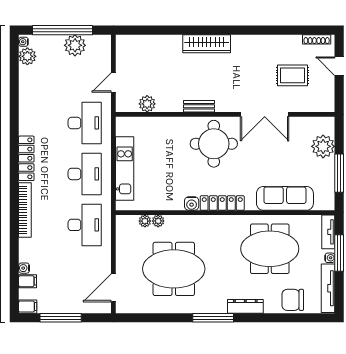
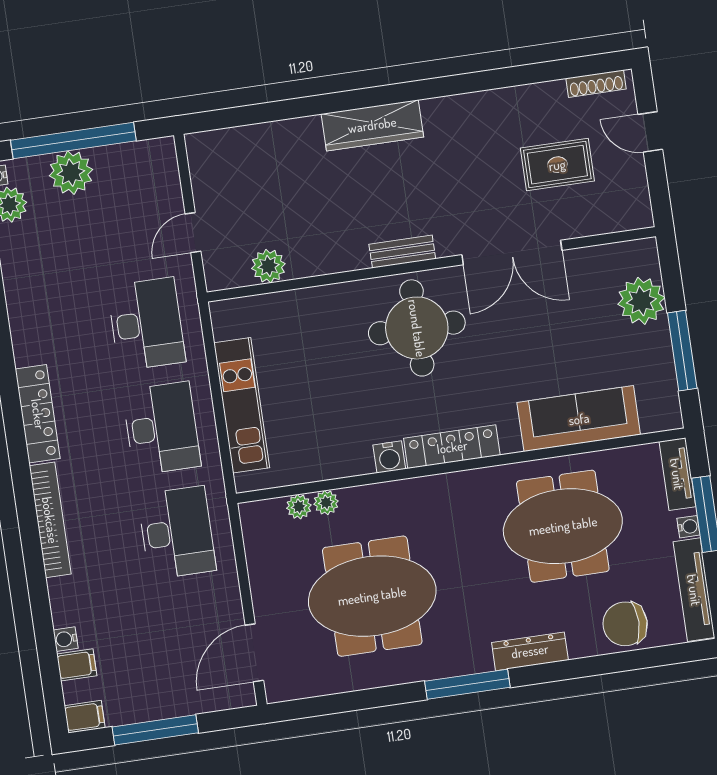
plant: (75, 45) -> (71, 173), moved
bench: (199, 106) -> (402, 252), moved

